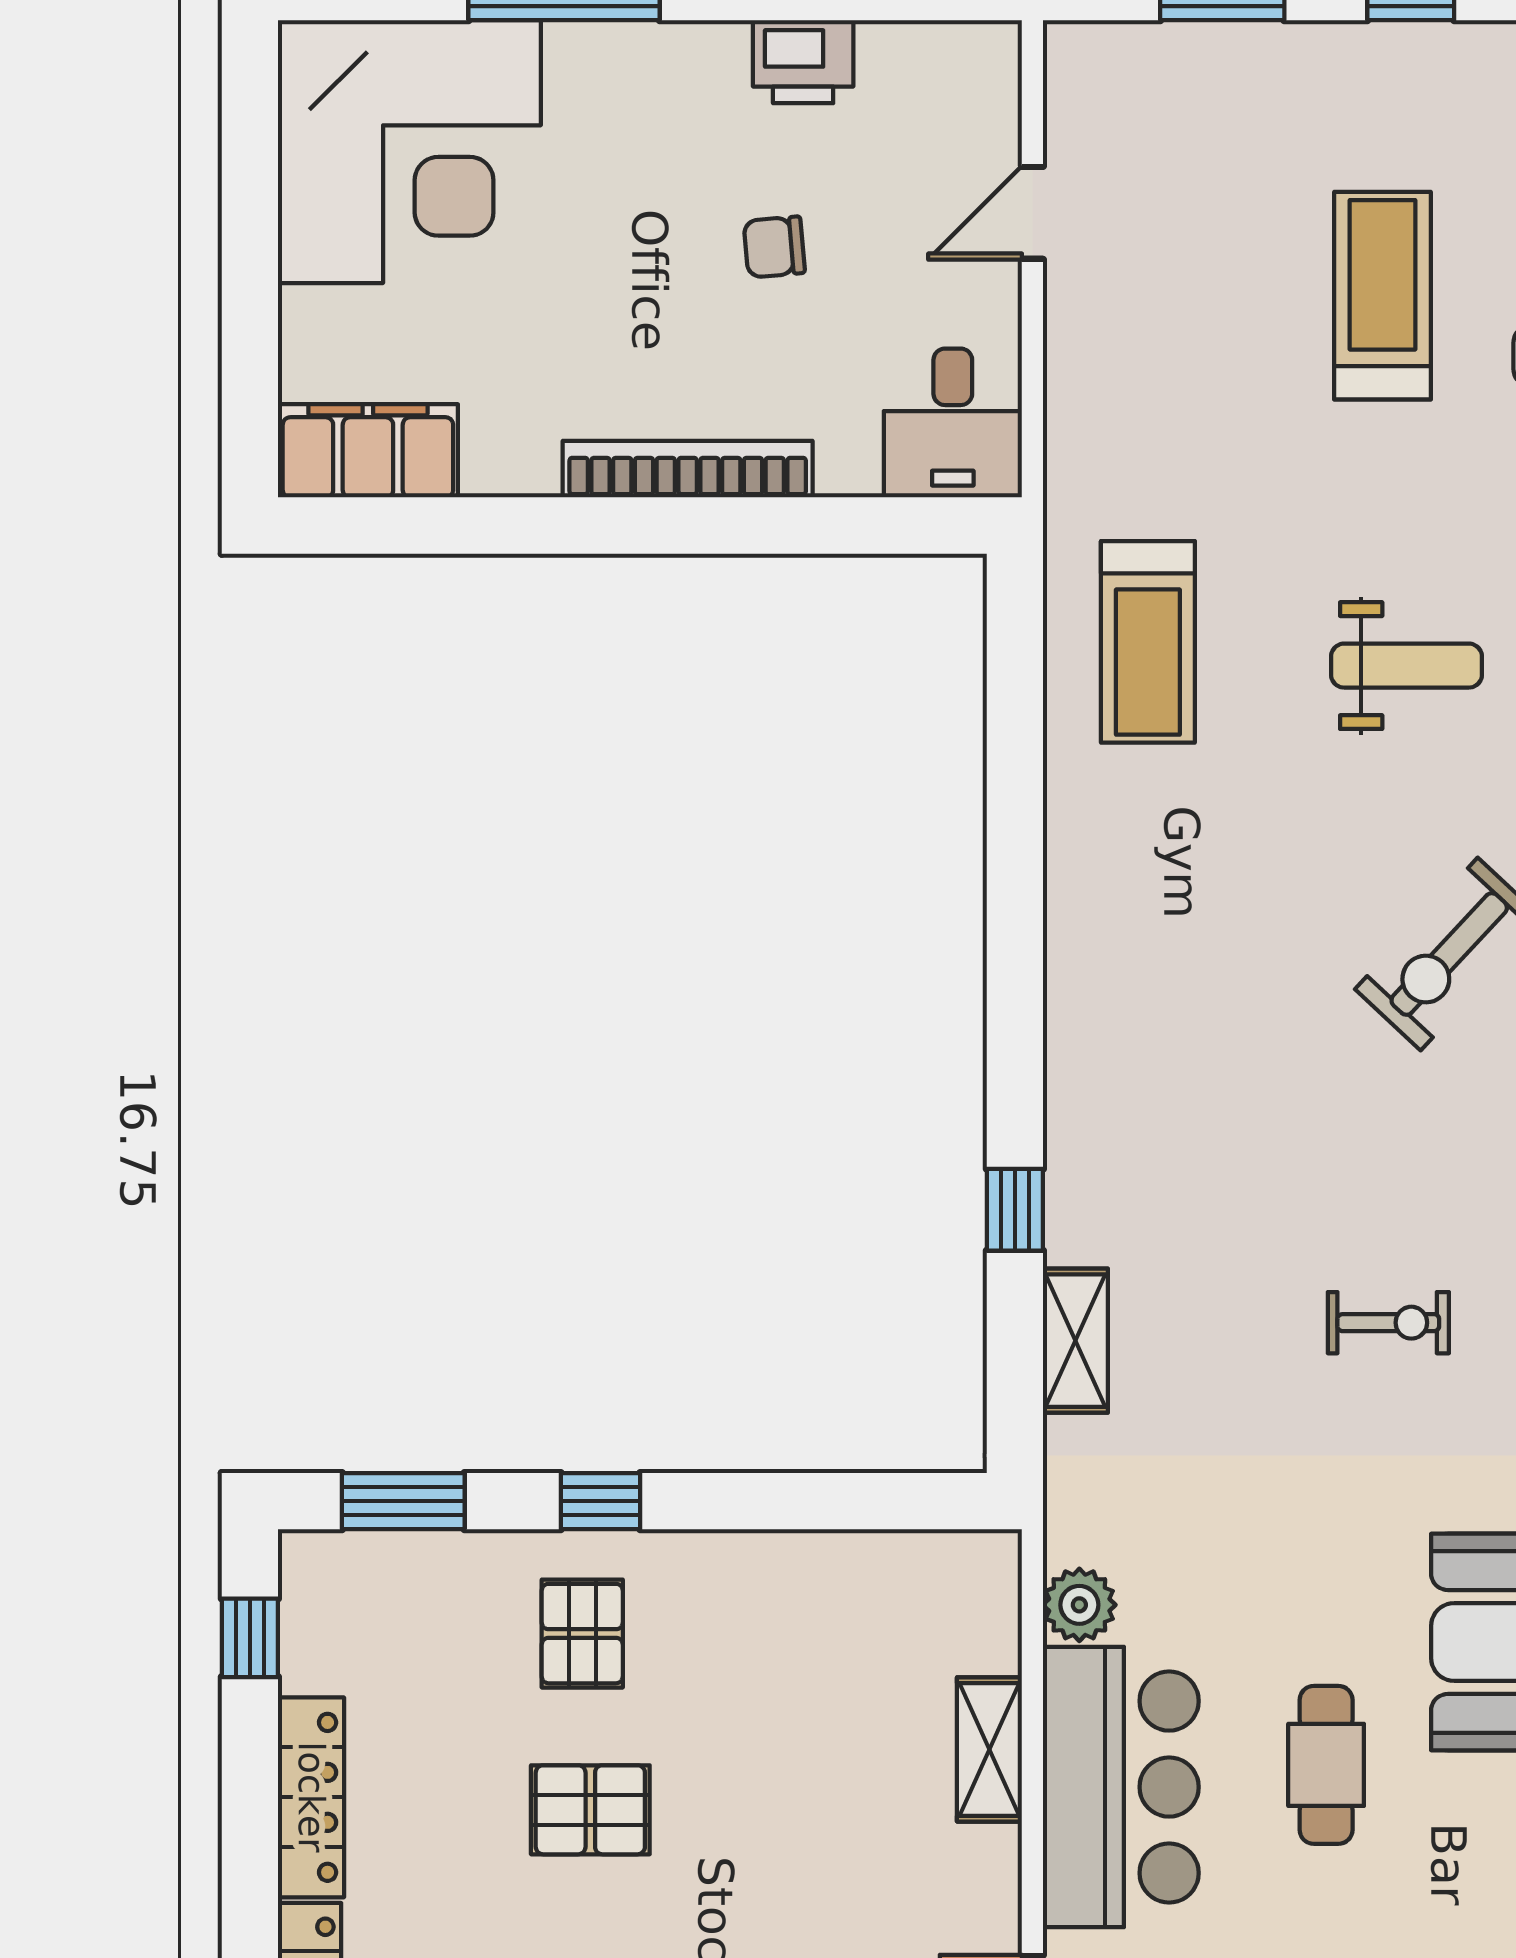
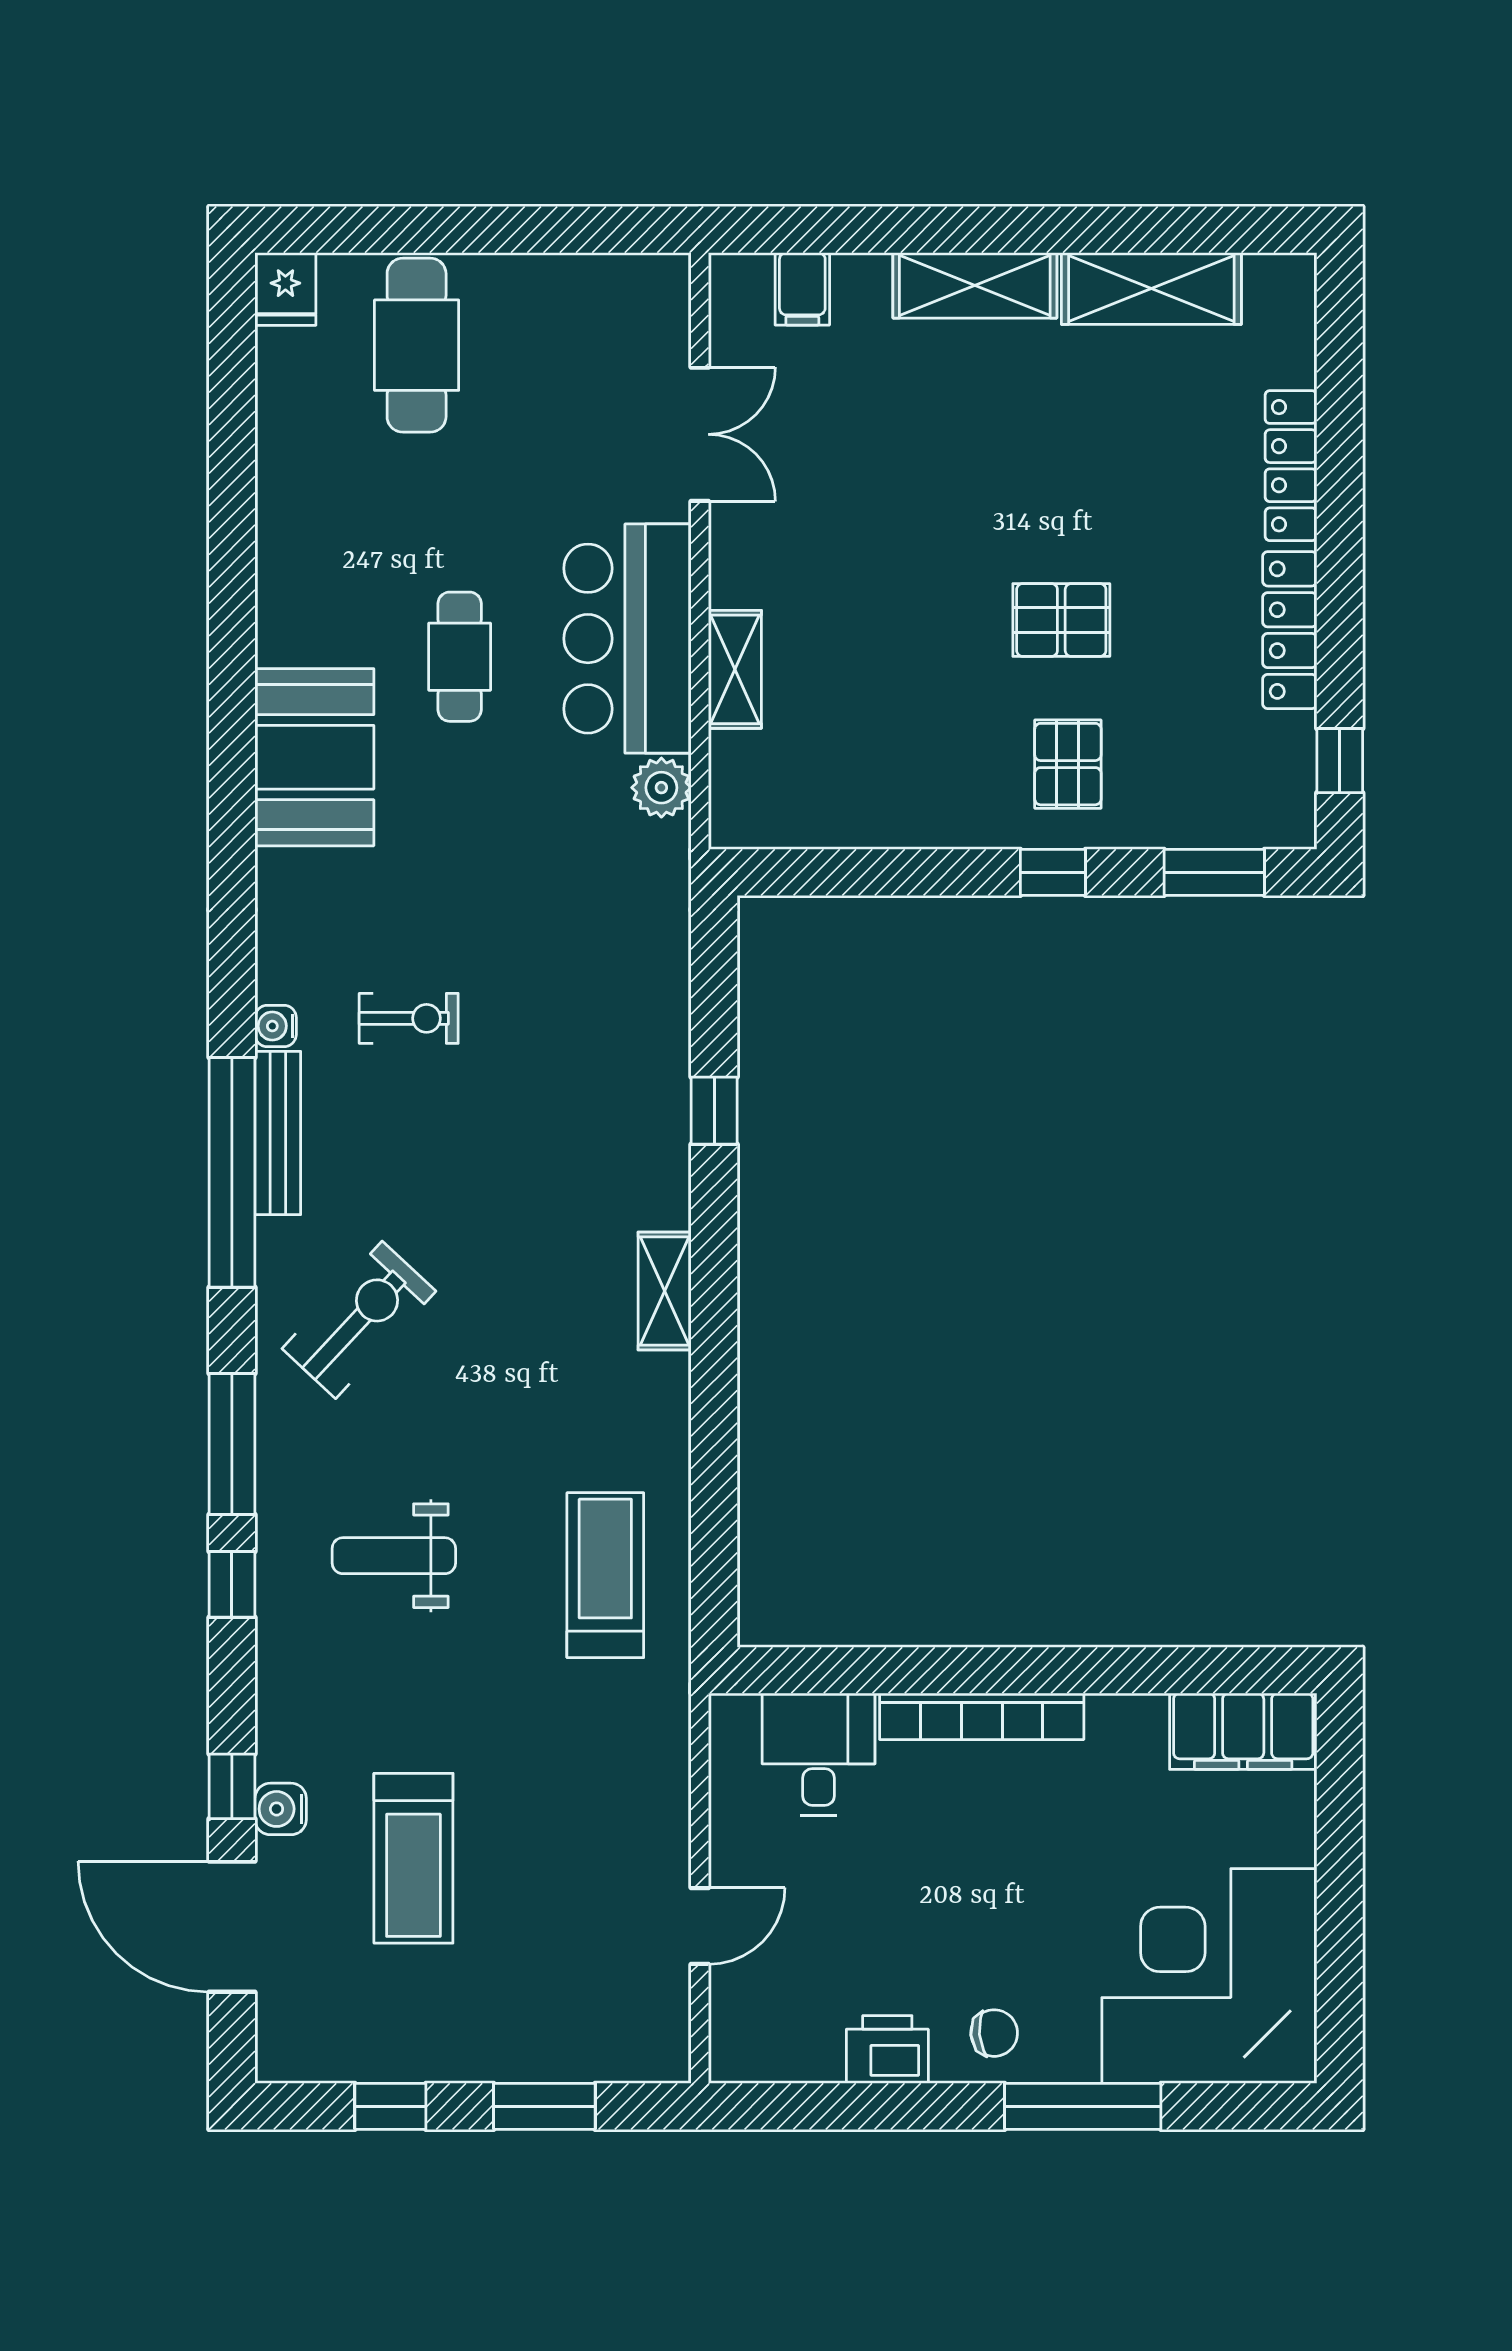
chair: (774, 247) -> (994, 2033), moved
desk: (953, 423) -> (819, 1754), moved
exercise bike: (1388, 1323) -> (409, 1018), turned 180
shelving: (1075, 1341) -> (665, 1291), moved

